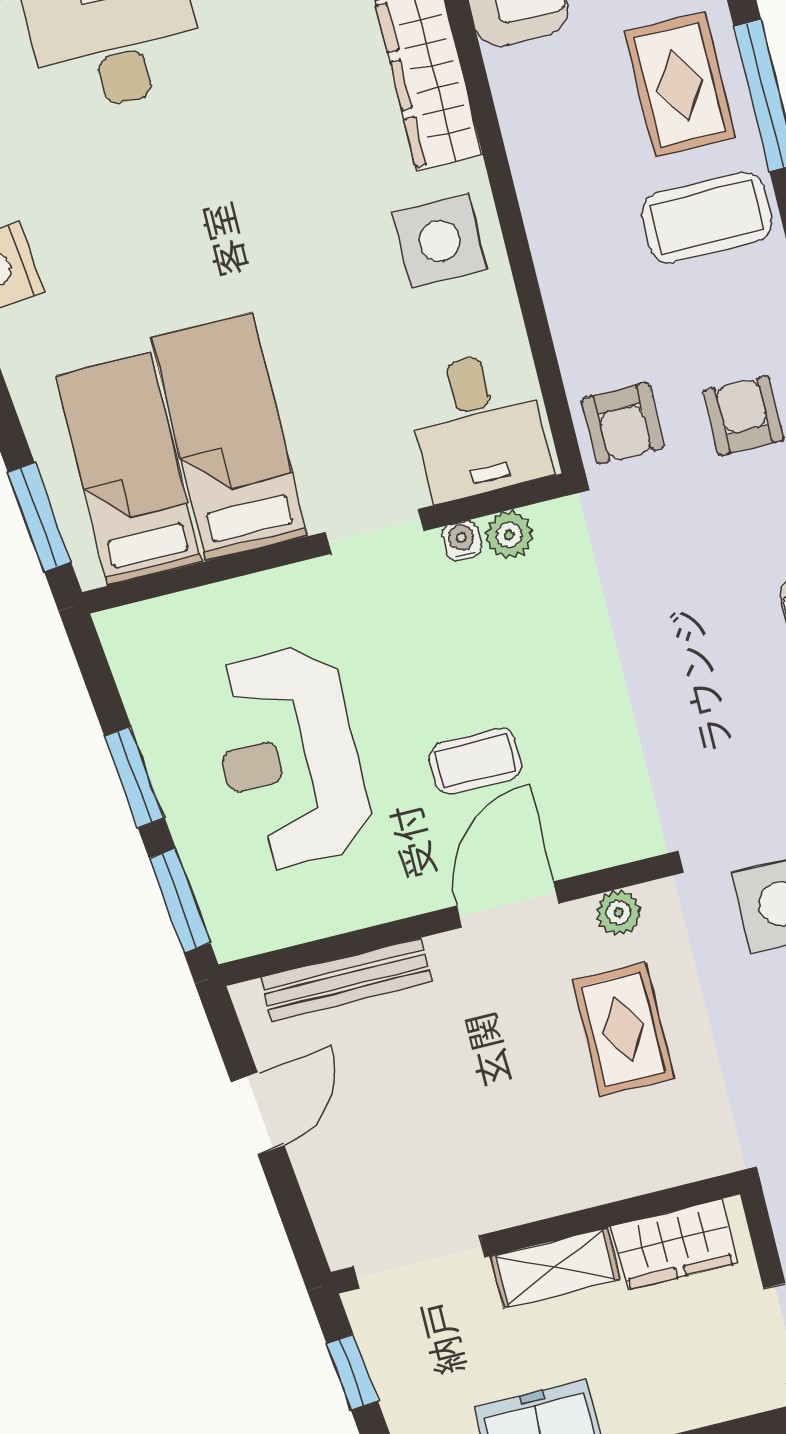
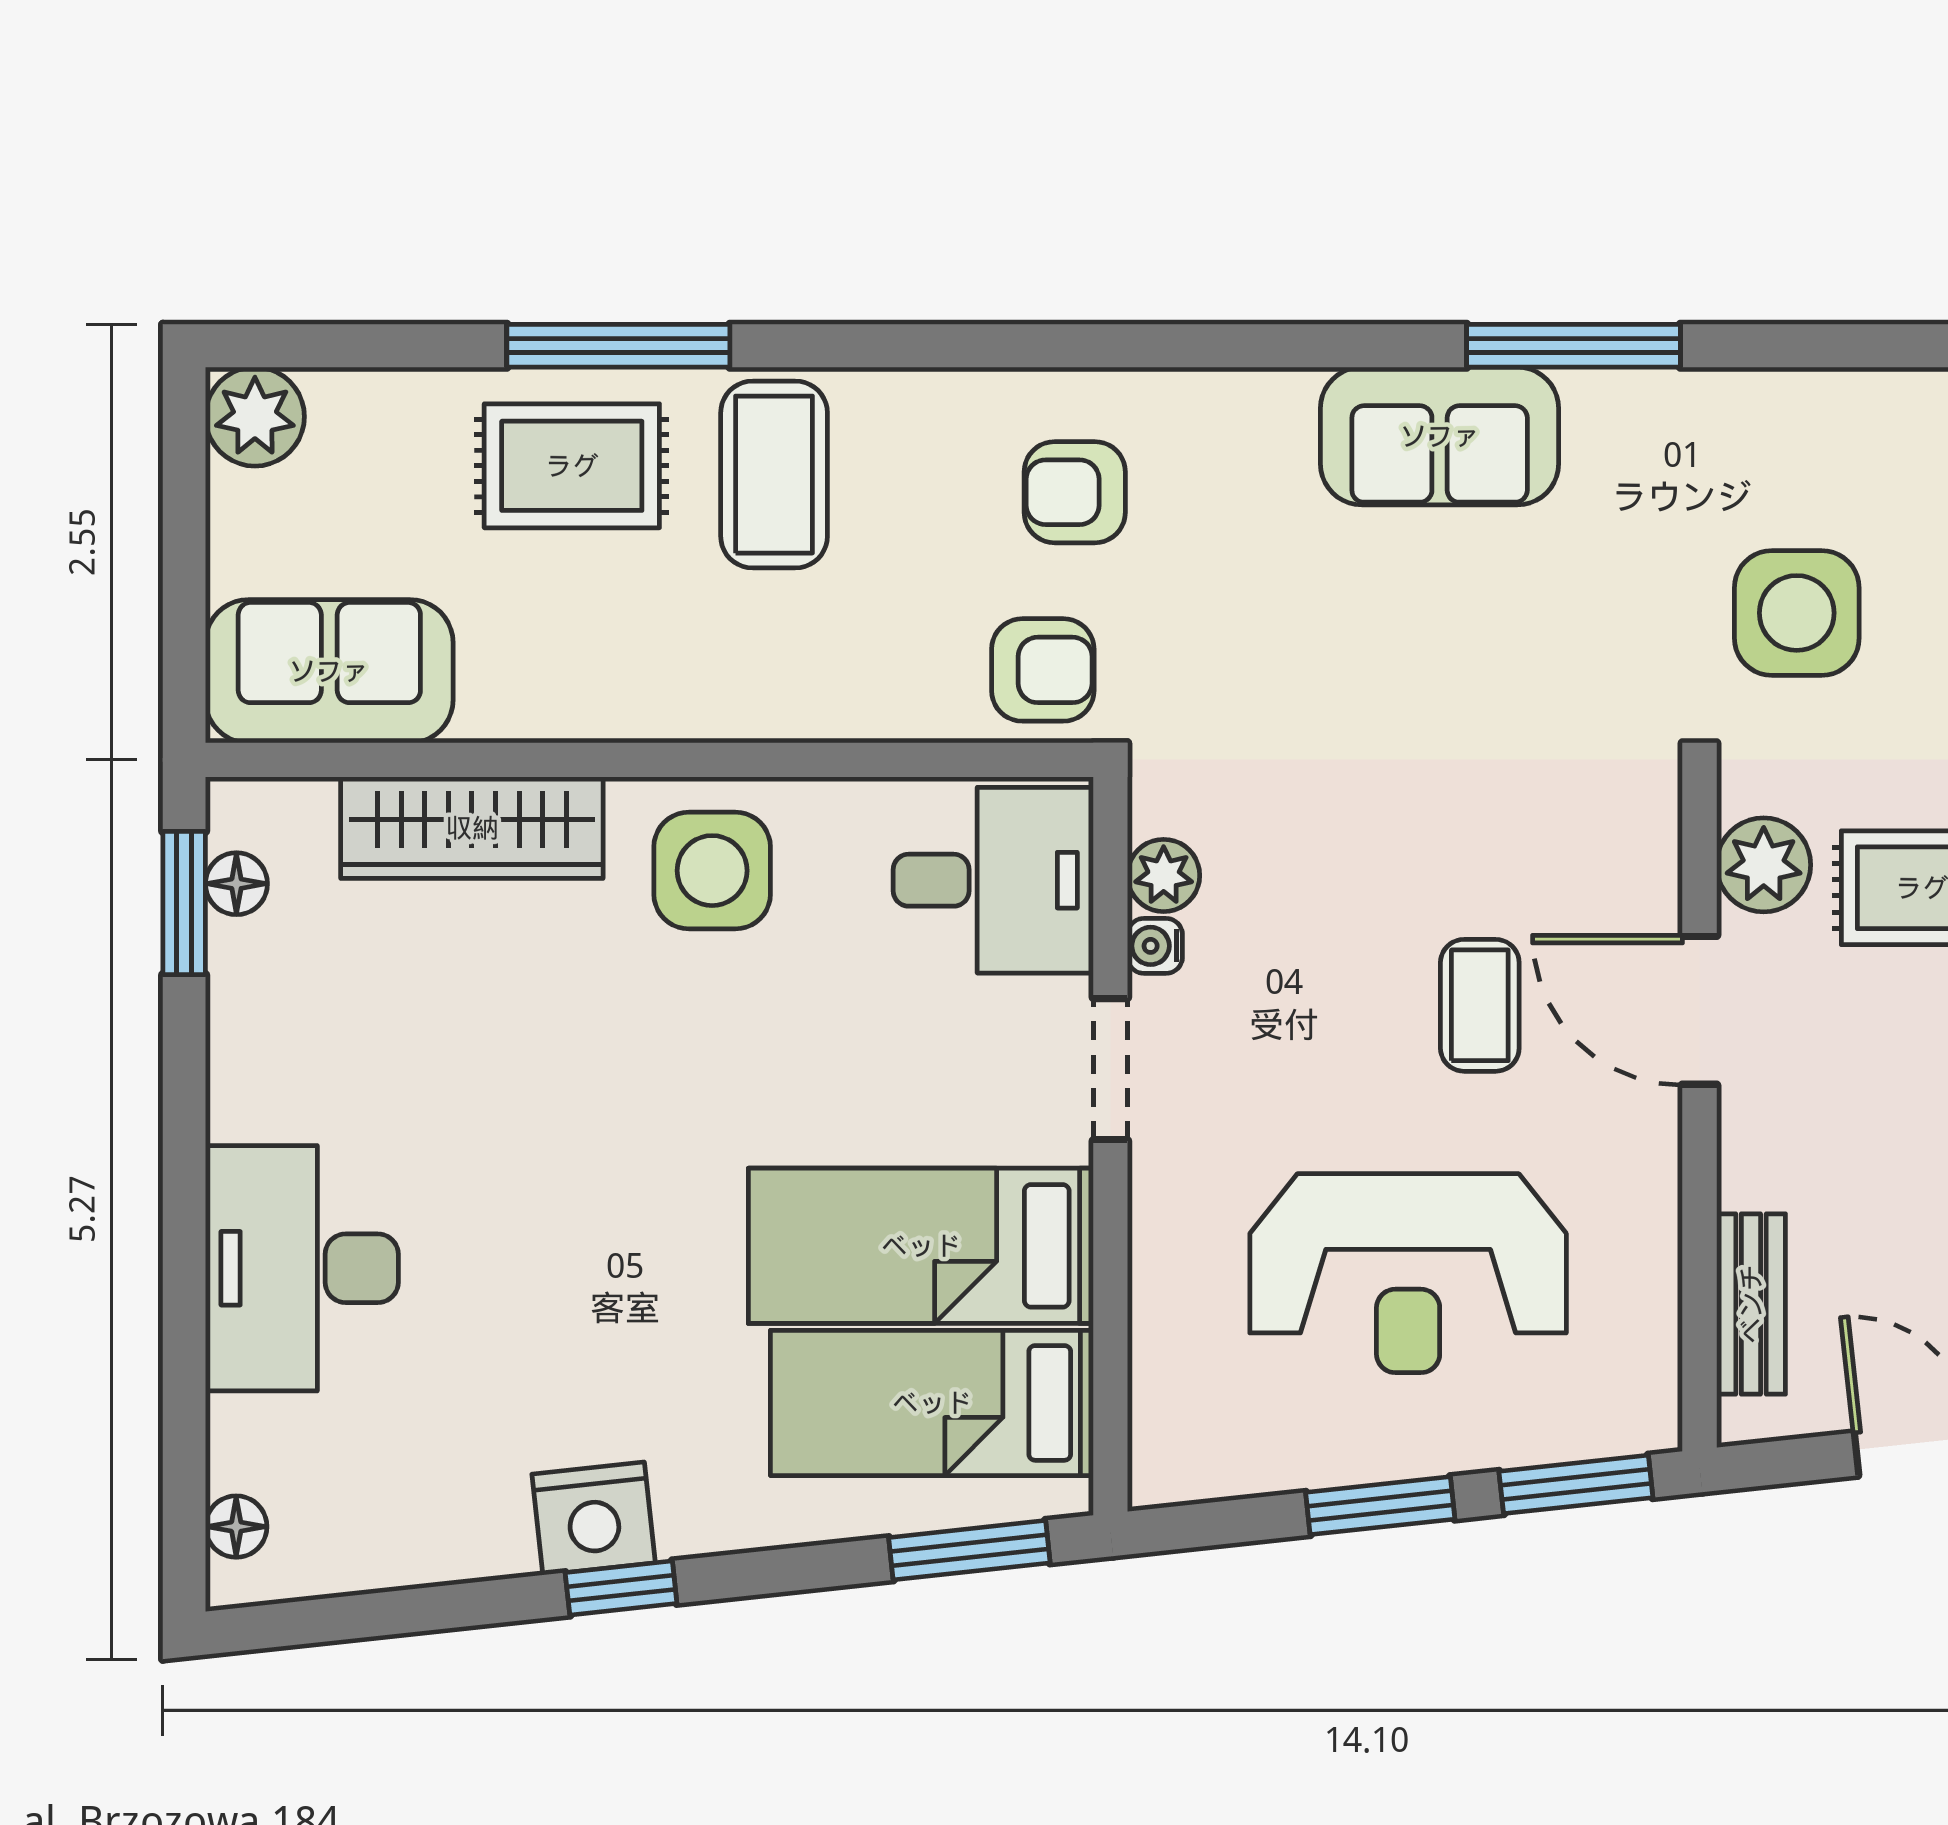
plant: (619, 912) -> (1764, 865), width x1.38, depth x1.38
bench: (346, 980) -> (1751, 1304), width x0.73

